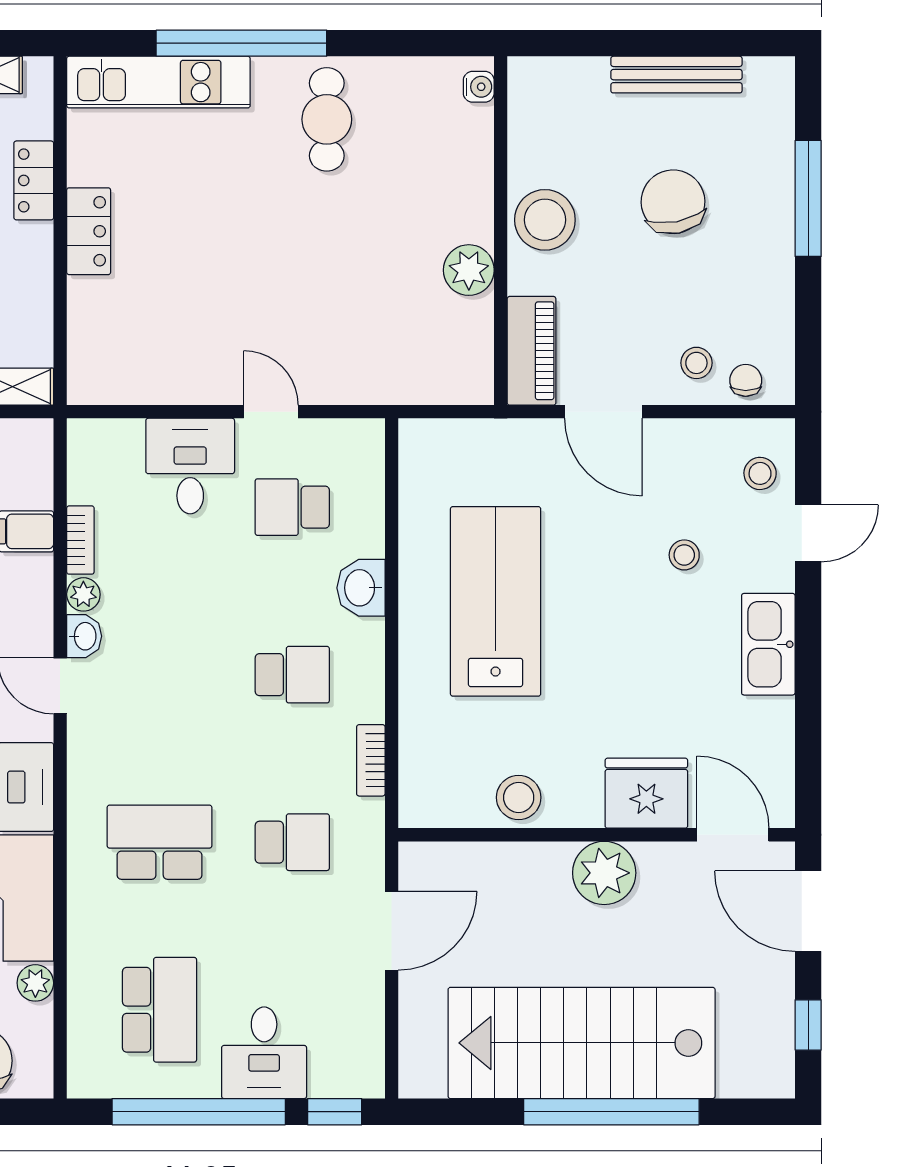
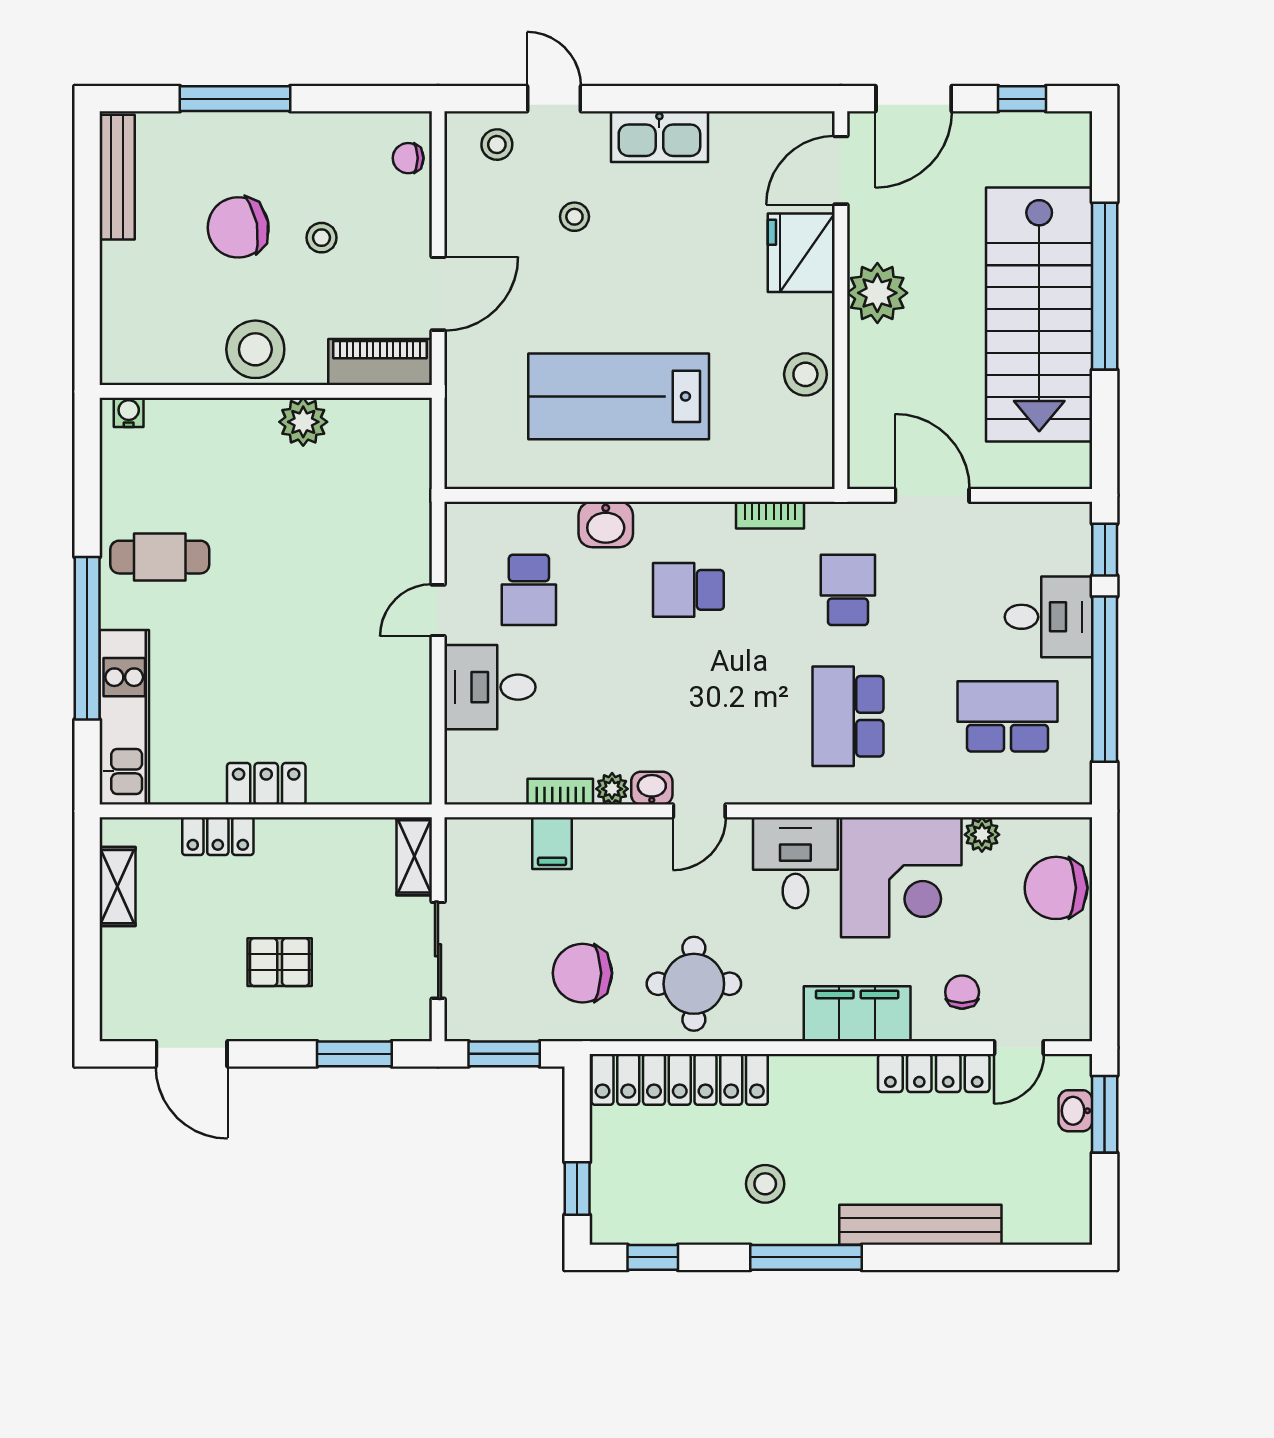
bench: (676, 75) -> (117, 177), moved
stool: (696, 363) -> (321, 238), moved
school desk: (292, 675) -> (688, 590), turned -90

